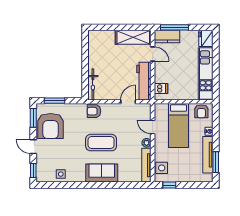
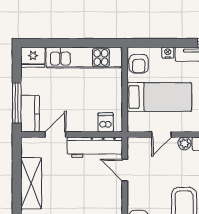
shelving: (133, 37) -> (31, 183), moved
armchair: (201, 111) -> (139, 64), turned 90

